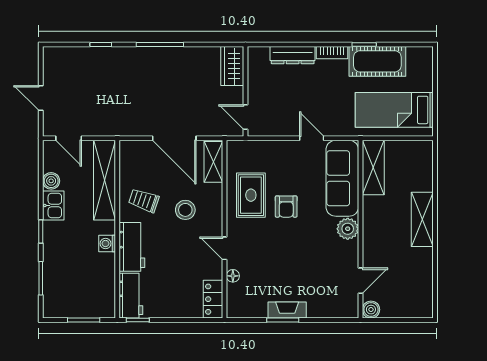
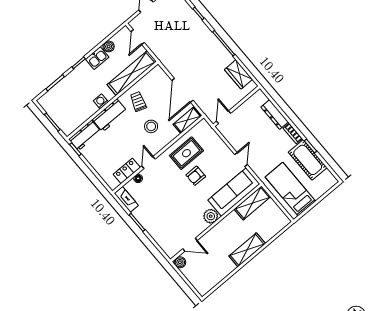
wardrobe: (232, 66) -> (239, 74), moved, turned -90
locker: (213, 299) -> (127, 171), moved
fireplace: (287, 310) -> (126, 199), moved

